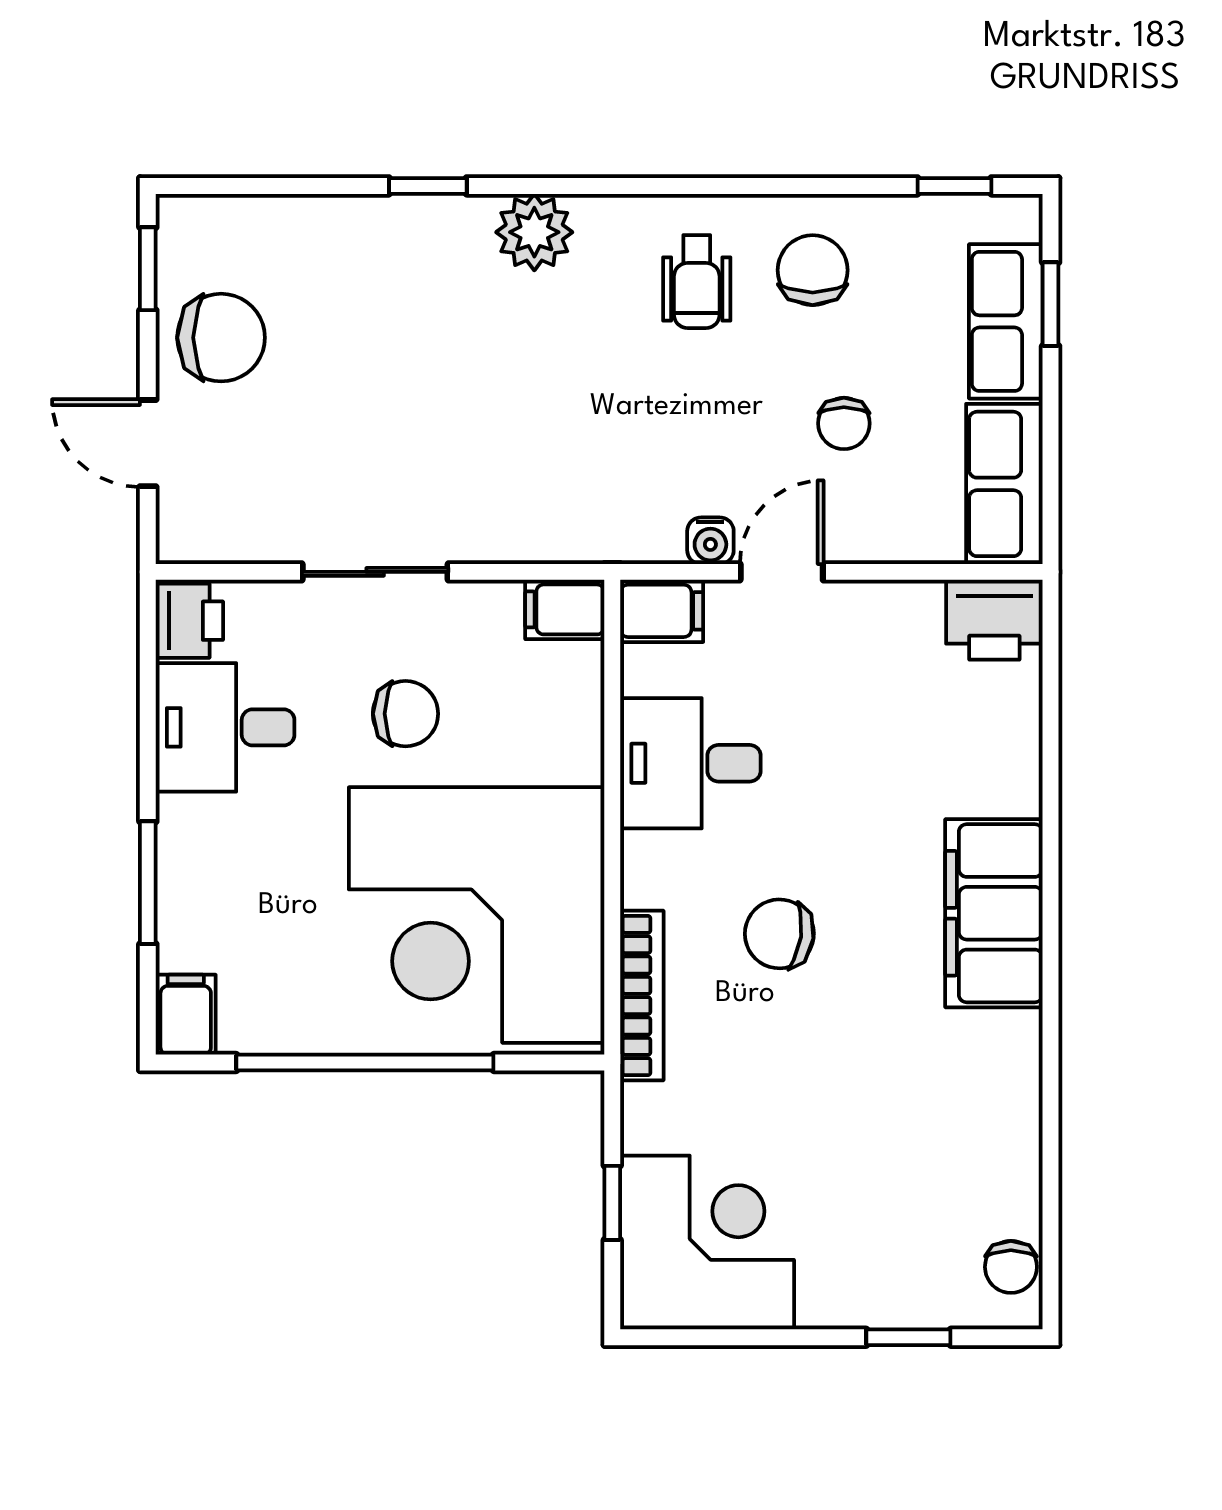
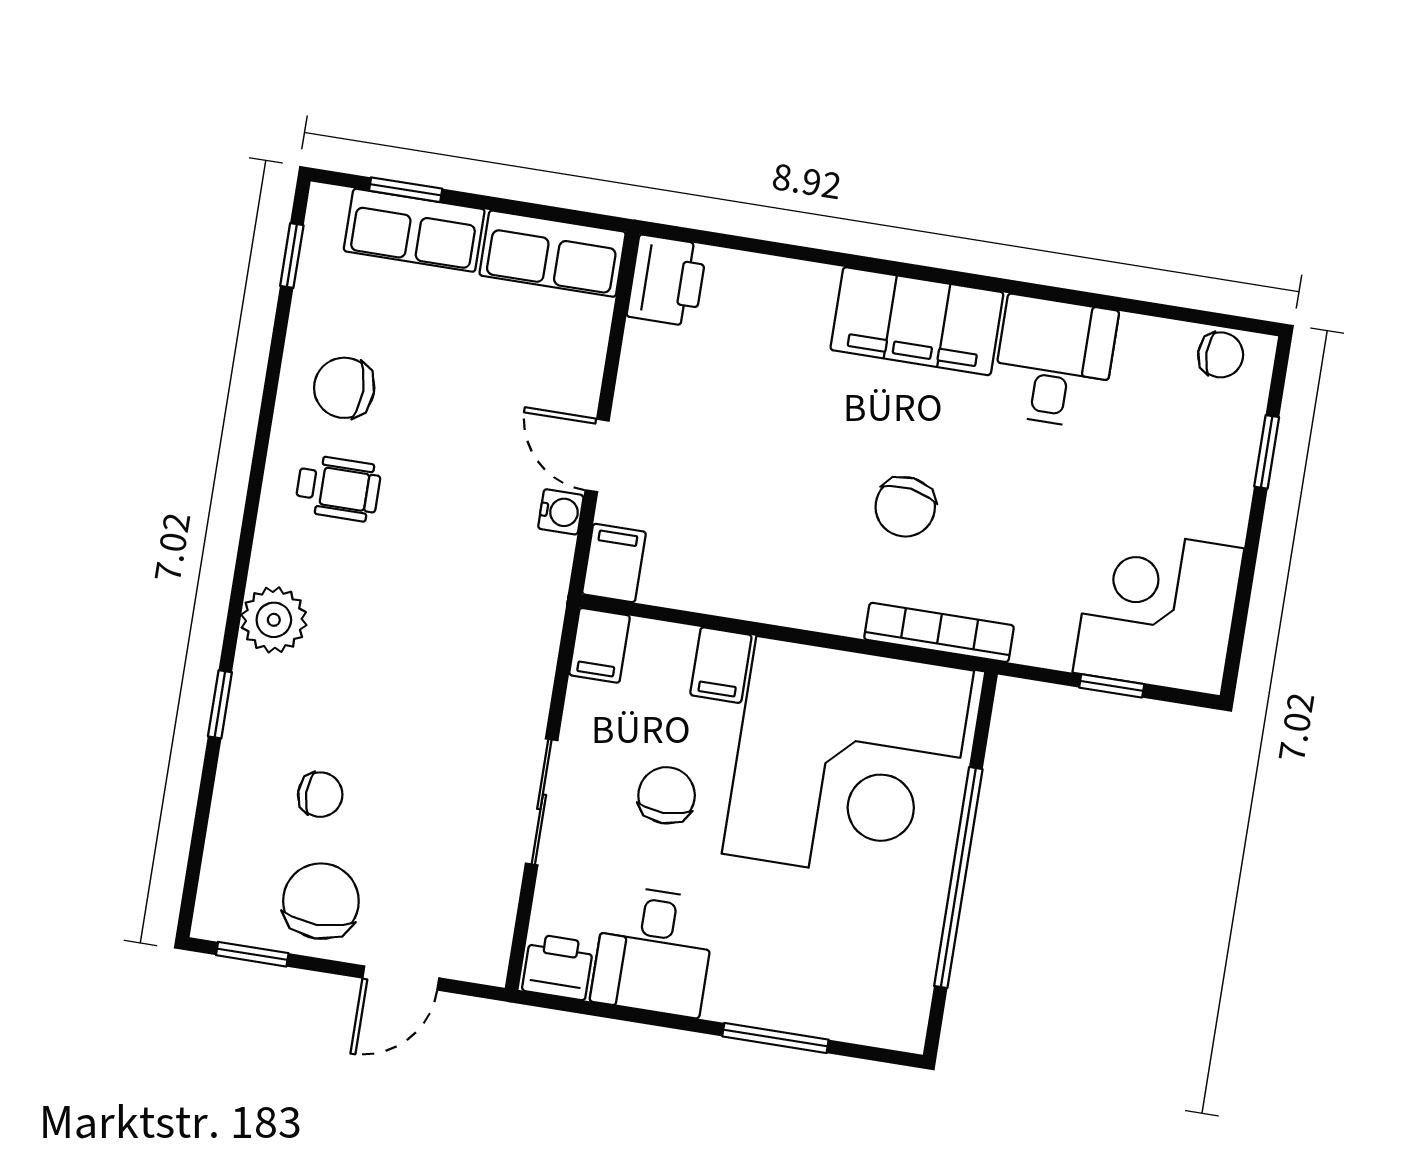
chair: (844, 423) -> (320, 795), moved
desk: (690, 763) -> (1054, 362), moved, turned 180
filing cabinet: (186, 1015) -> (721, 665), moved, turned -90

